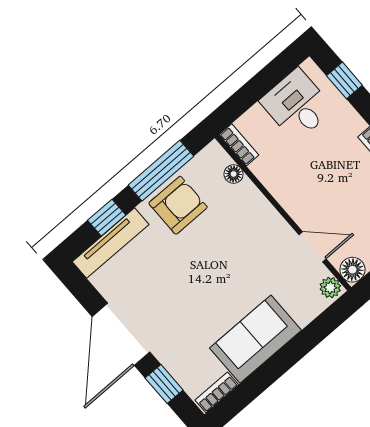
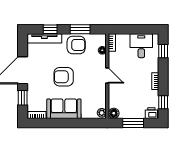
window: (161, 171) -> (80, 29), width x0.69
door: (313, 247) -> (107, 76), moved
armchair: (205, 282) -> (64, 77), added

